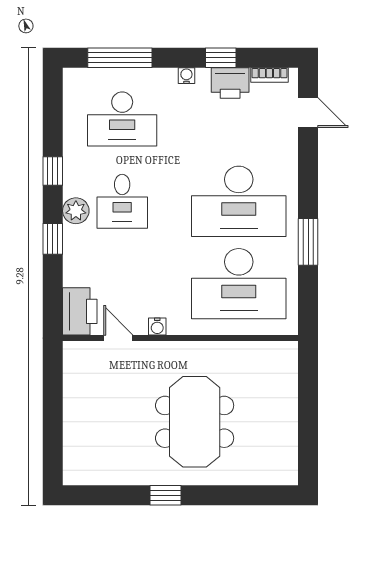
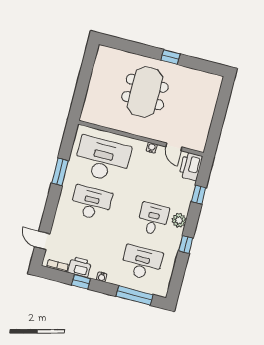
desk: (239, 201) -> (91, 203), width x0.73, depth x0.77
window: (53, 239) -> (199, 195), moved

